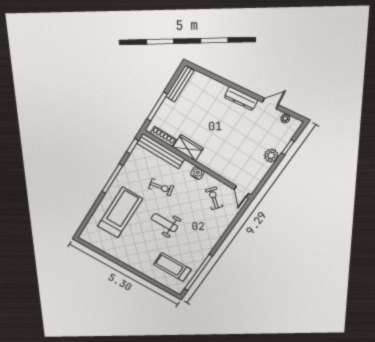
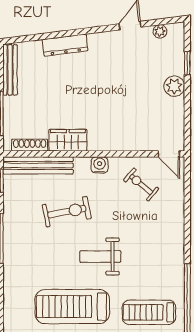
dresser: (241, 99) -> (65, 45), moved
exercise bike: (161, 187) -> (67, 212), width x1.38, depth x1.39
treadmill: (120, 213) -> (72, 307), moved, turned -90

